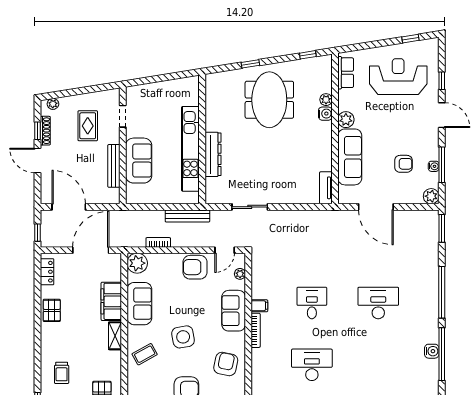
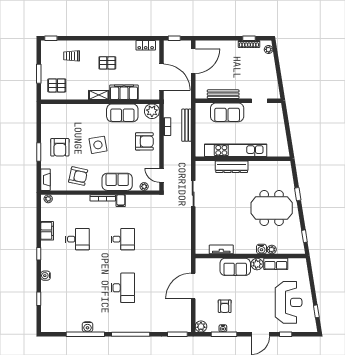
row of seats: (346, 73) -> (276, 264), moved
rug: (88, 126) -> (253, 75), removed
sofa: (350, 157) -> (235, 267), width x0.73
door: (38, 161) -> (227, 38), removed
tv unit: (326, 188) -> (221, 249), moved
bench: (187, 216) -> (187, 125), moved
armchair: (195, 267) -> (144, 141), moved, turned 90
pallet: (52, 310) -> (107, 63), moved
coffee table: (145, 354) -> (85, 117), removed
desk: (312, 365) -> (77, 239), width x0.73

